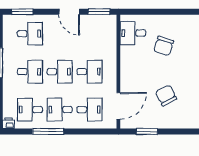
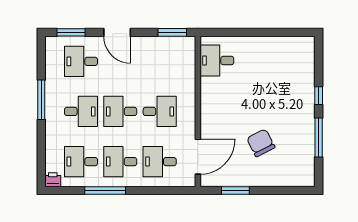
door: (69, 12) -> (117, 32), moved
desk: (30, 34) -> (81, 61), turned 180
chair: (164, 46) -> (258, 78), removed
desk: (60, 72) -> (120, 111), turned 180
desk: (89, 110) -> (160, 162), turned 180

